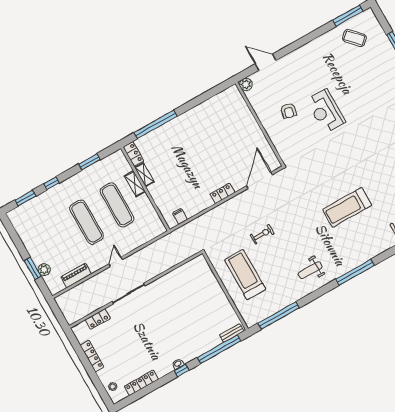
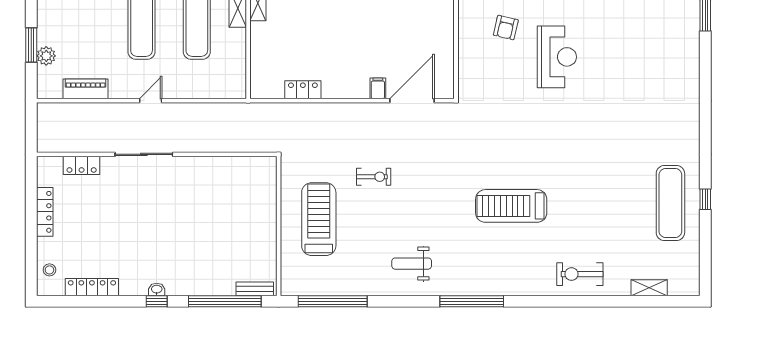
reception desk: (326, 111) -> (557, 57), turned 180
locker: (222, 193) -> (303, 90), moved
filing cabinet: (180, 216) -> (378, 88), moved

